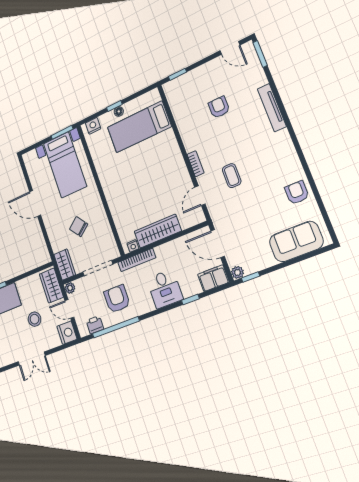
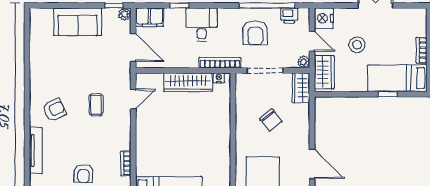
bookcase: (196, 164) -> (126, 163), moved
armchair: (297, 193) -> (54, 110), moved, turned -114
sofa: (296, 242) -> (78, 22), moved

